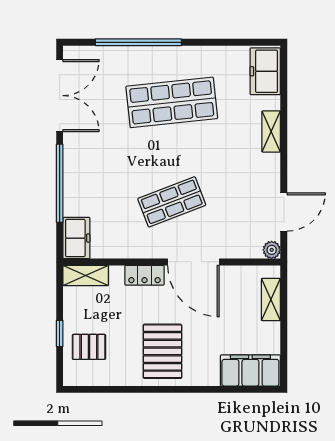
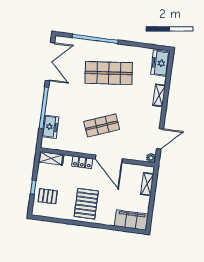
freezer: (76, 238) -> (50, 127), moved

